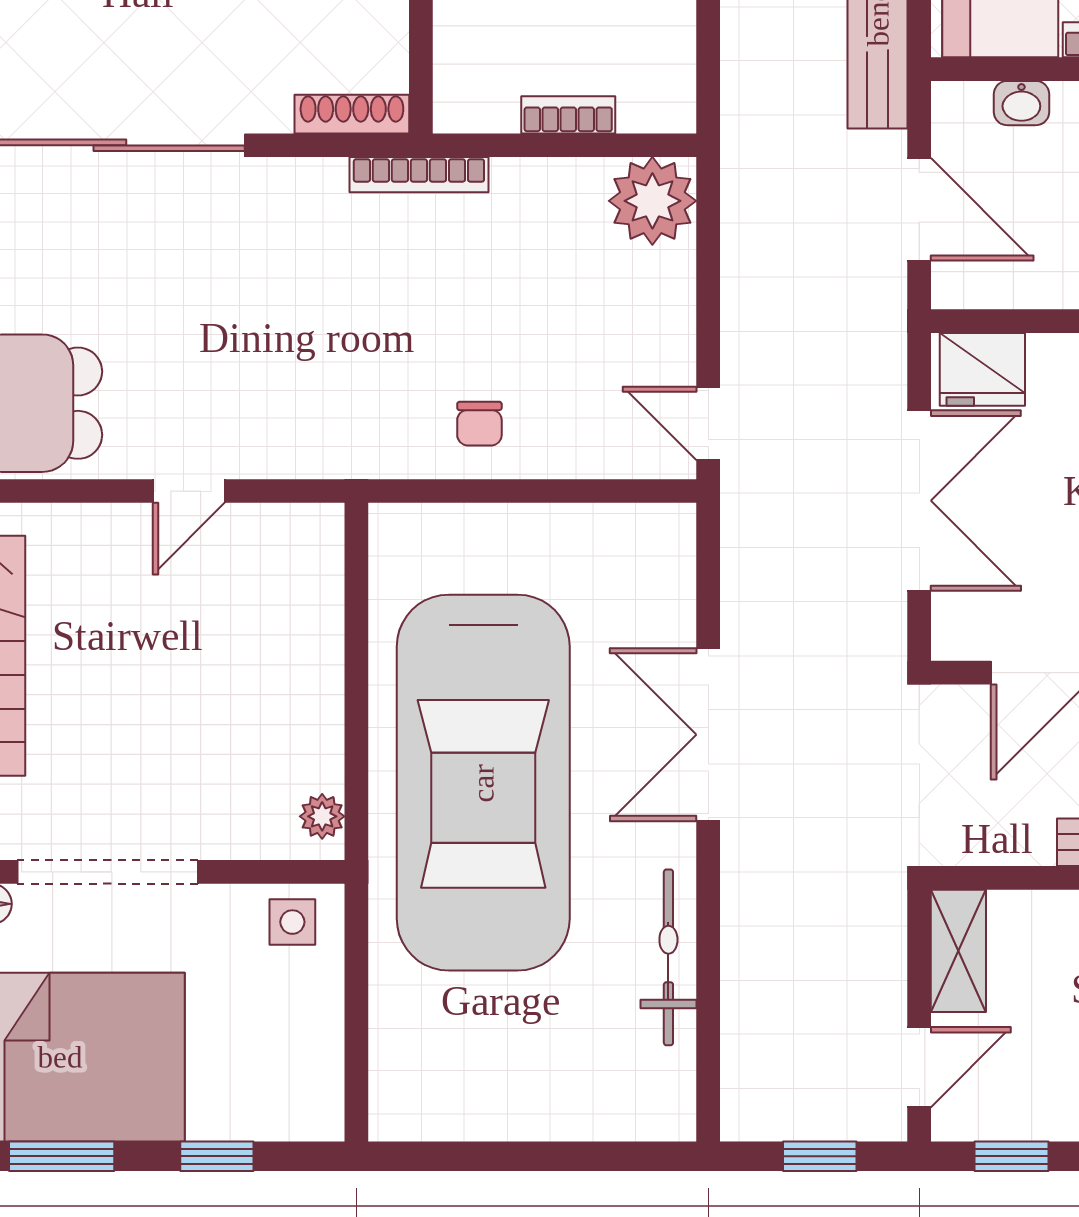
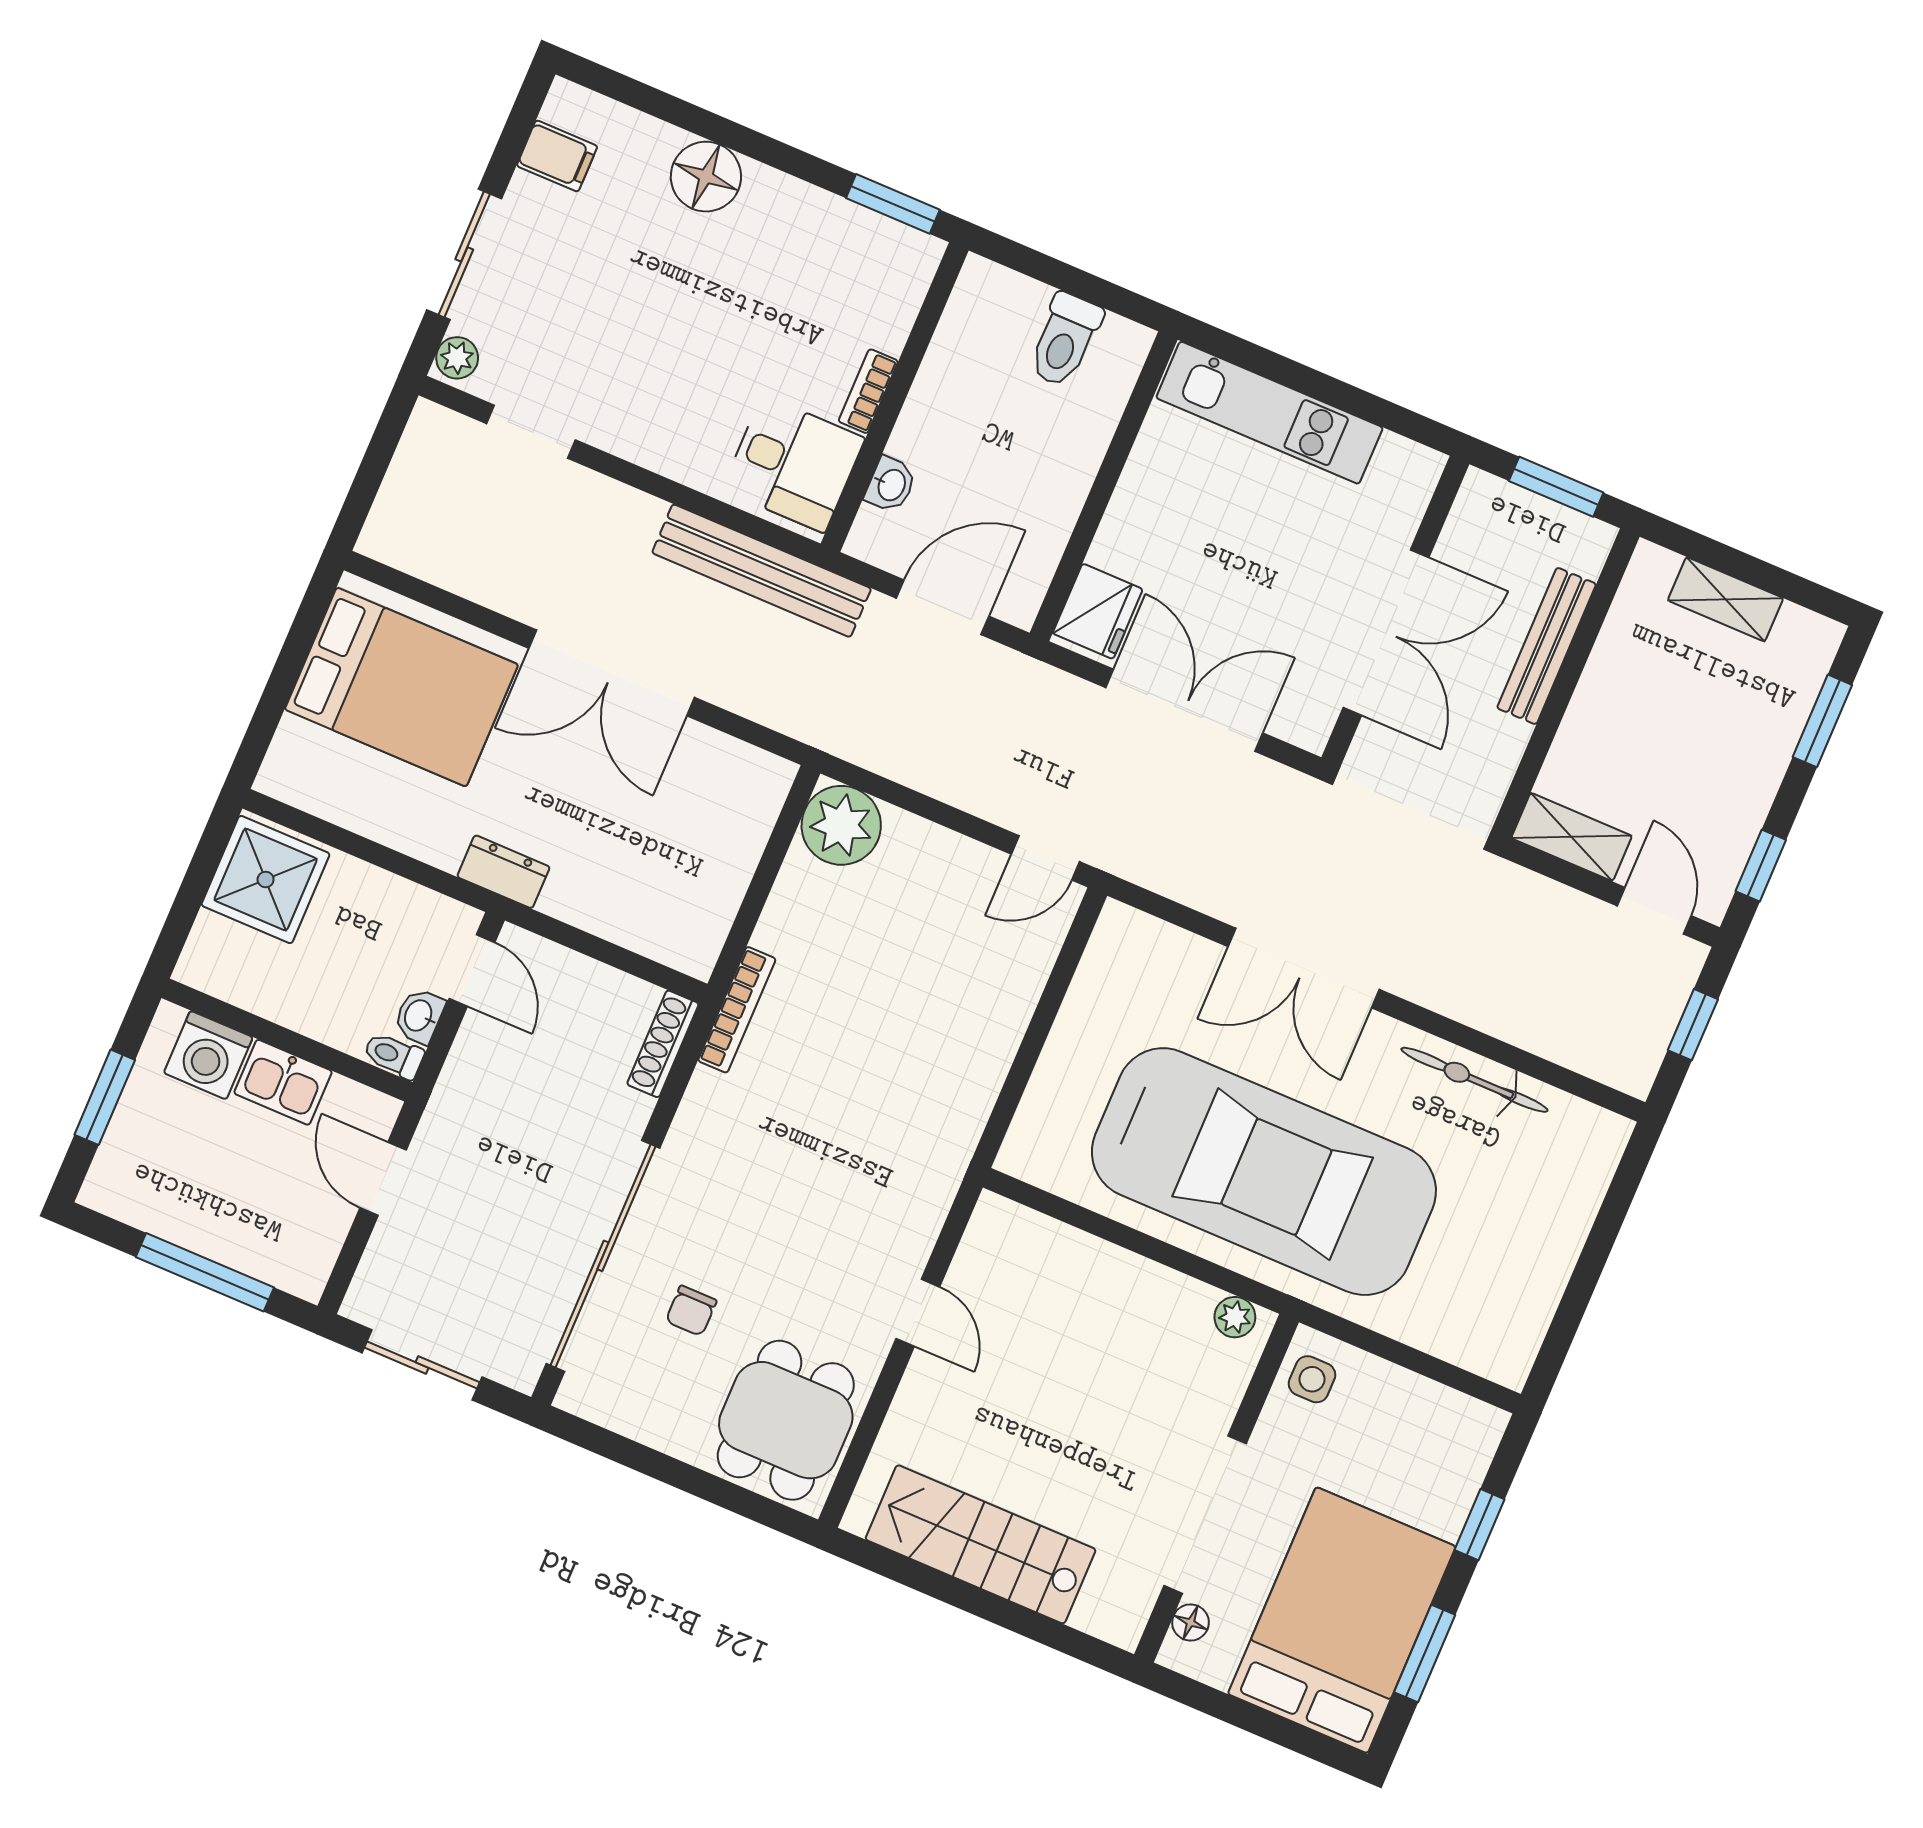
bookcase: (568, 115) -> (740, 865), removed
chair: (479, 424) -> (691, 1311), moved, turned 90

